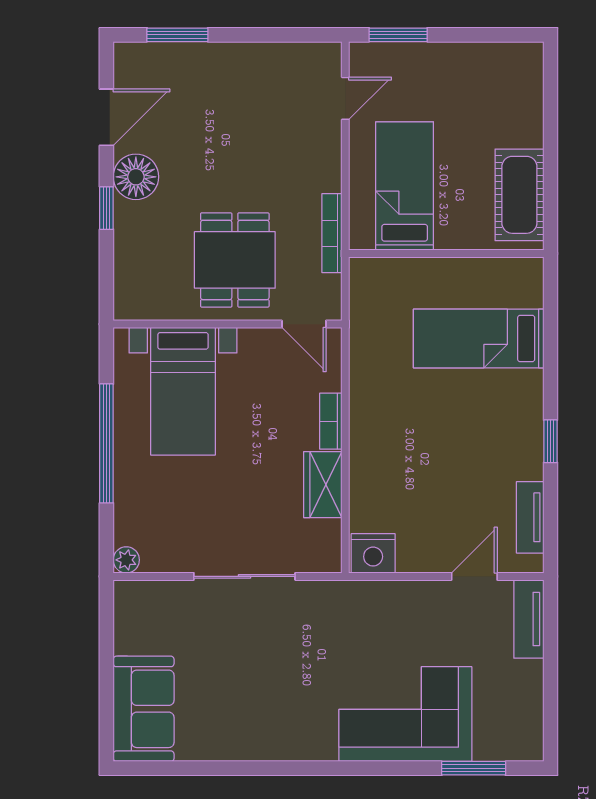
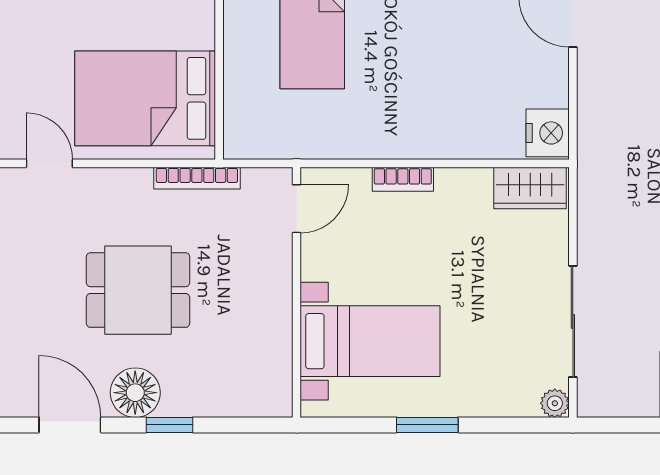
bed: (405, 186) -> (145, 98), width x1.50
dining table: (235, 260) -> (138, 290), moved
window: (106, 443) -> (427, 425), width x0.47
wardrobe: (323, 485) -> (530, 188), moved
sliding door: (244, 576) -> (573, 321), moved

